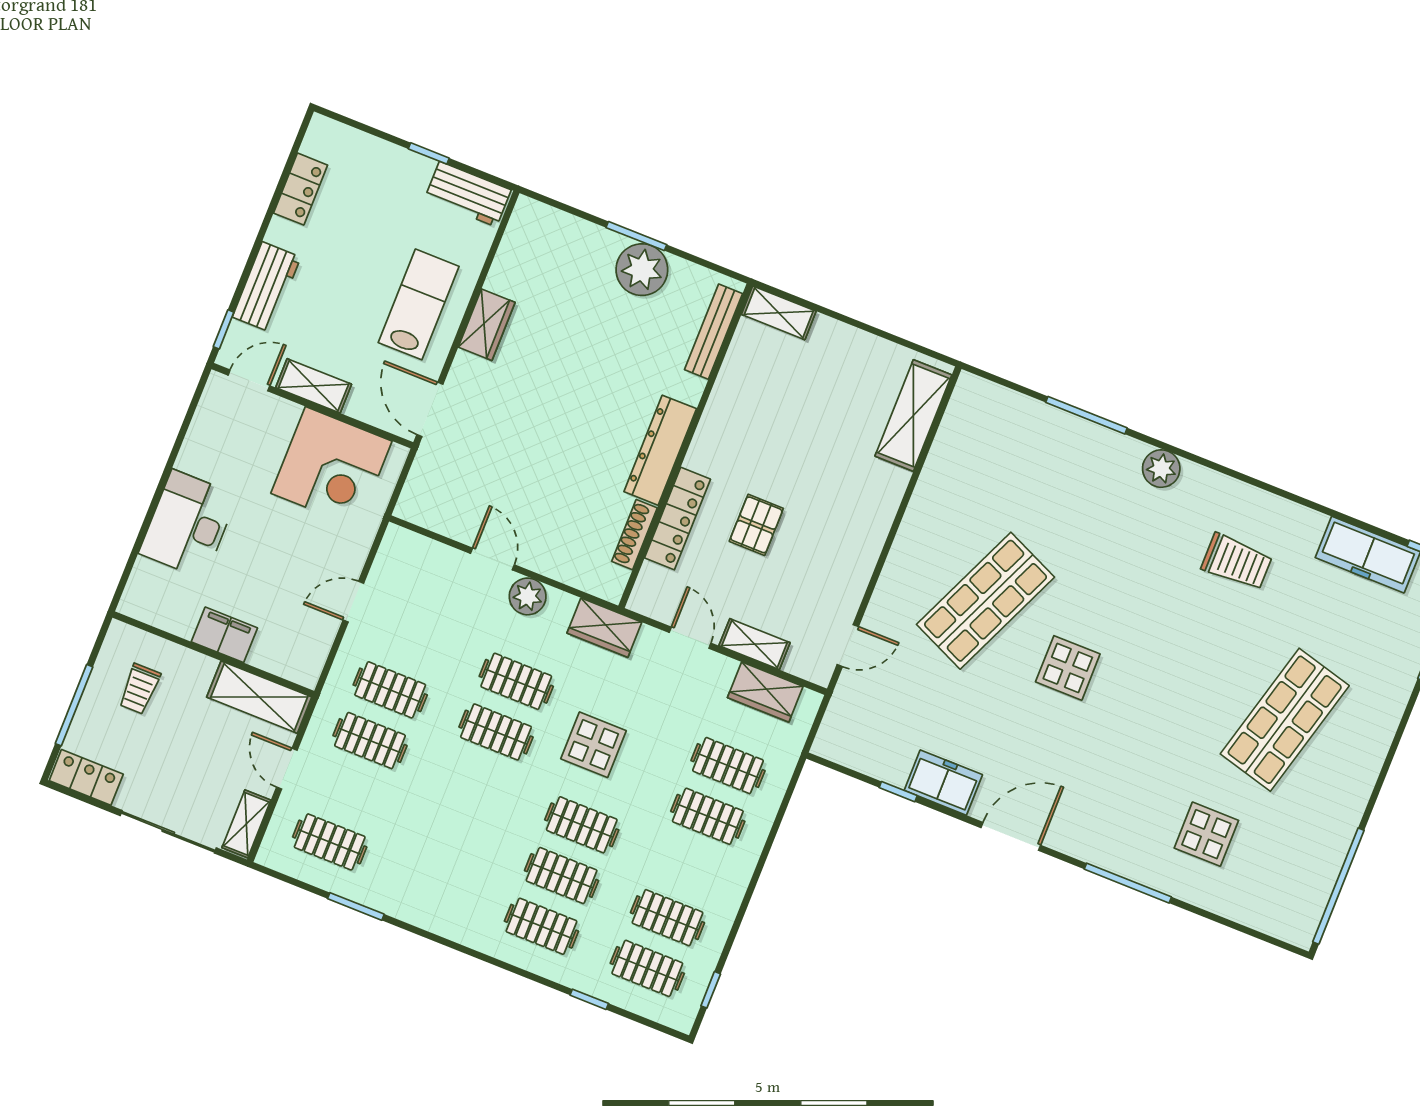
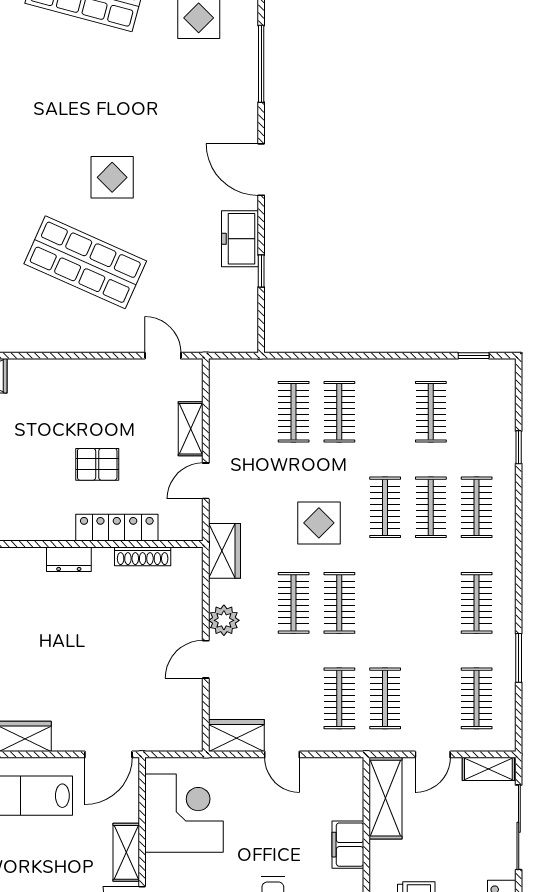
dresser: (660, 450) -> (69, 559), width x0.51, depth x0.80
wardrobe: (765, 692) -> (236, 736), moved, turned -90
clothes rail: (647, 968) -> (477, 603), moved

